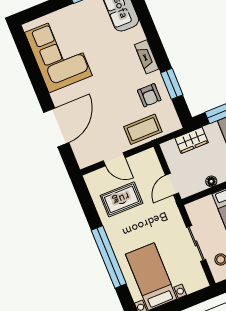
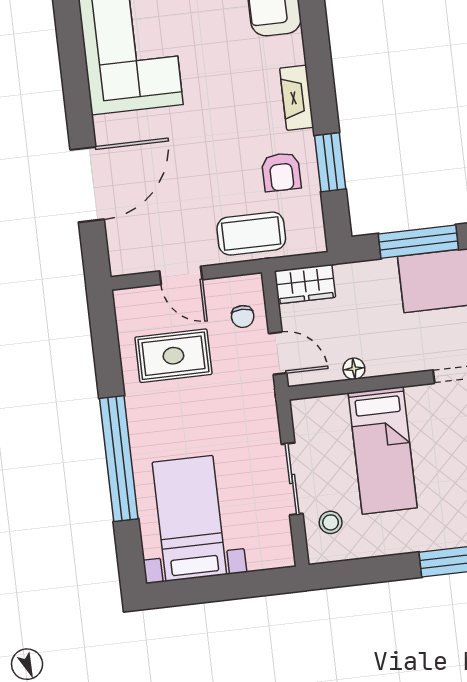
wardrobe: (192, 140) -> (305, 284), moved
chair: (150, 171) -> (243, 316), added
door: (172, 184) -> (278, 353), swing flipped

